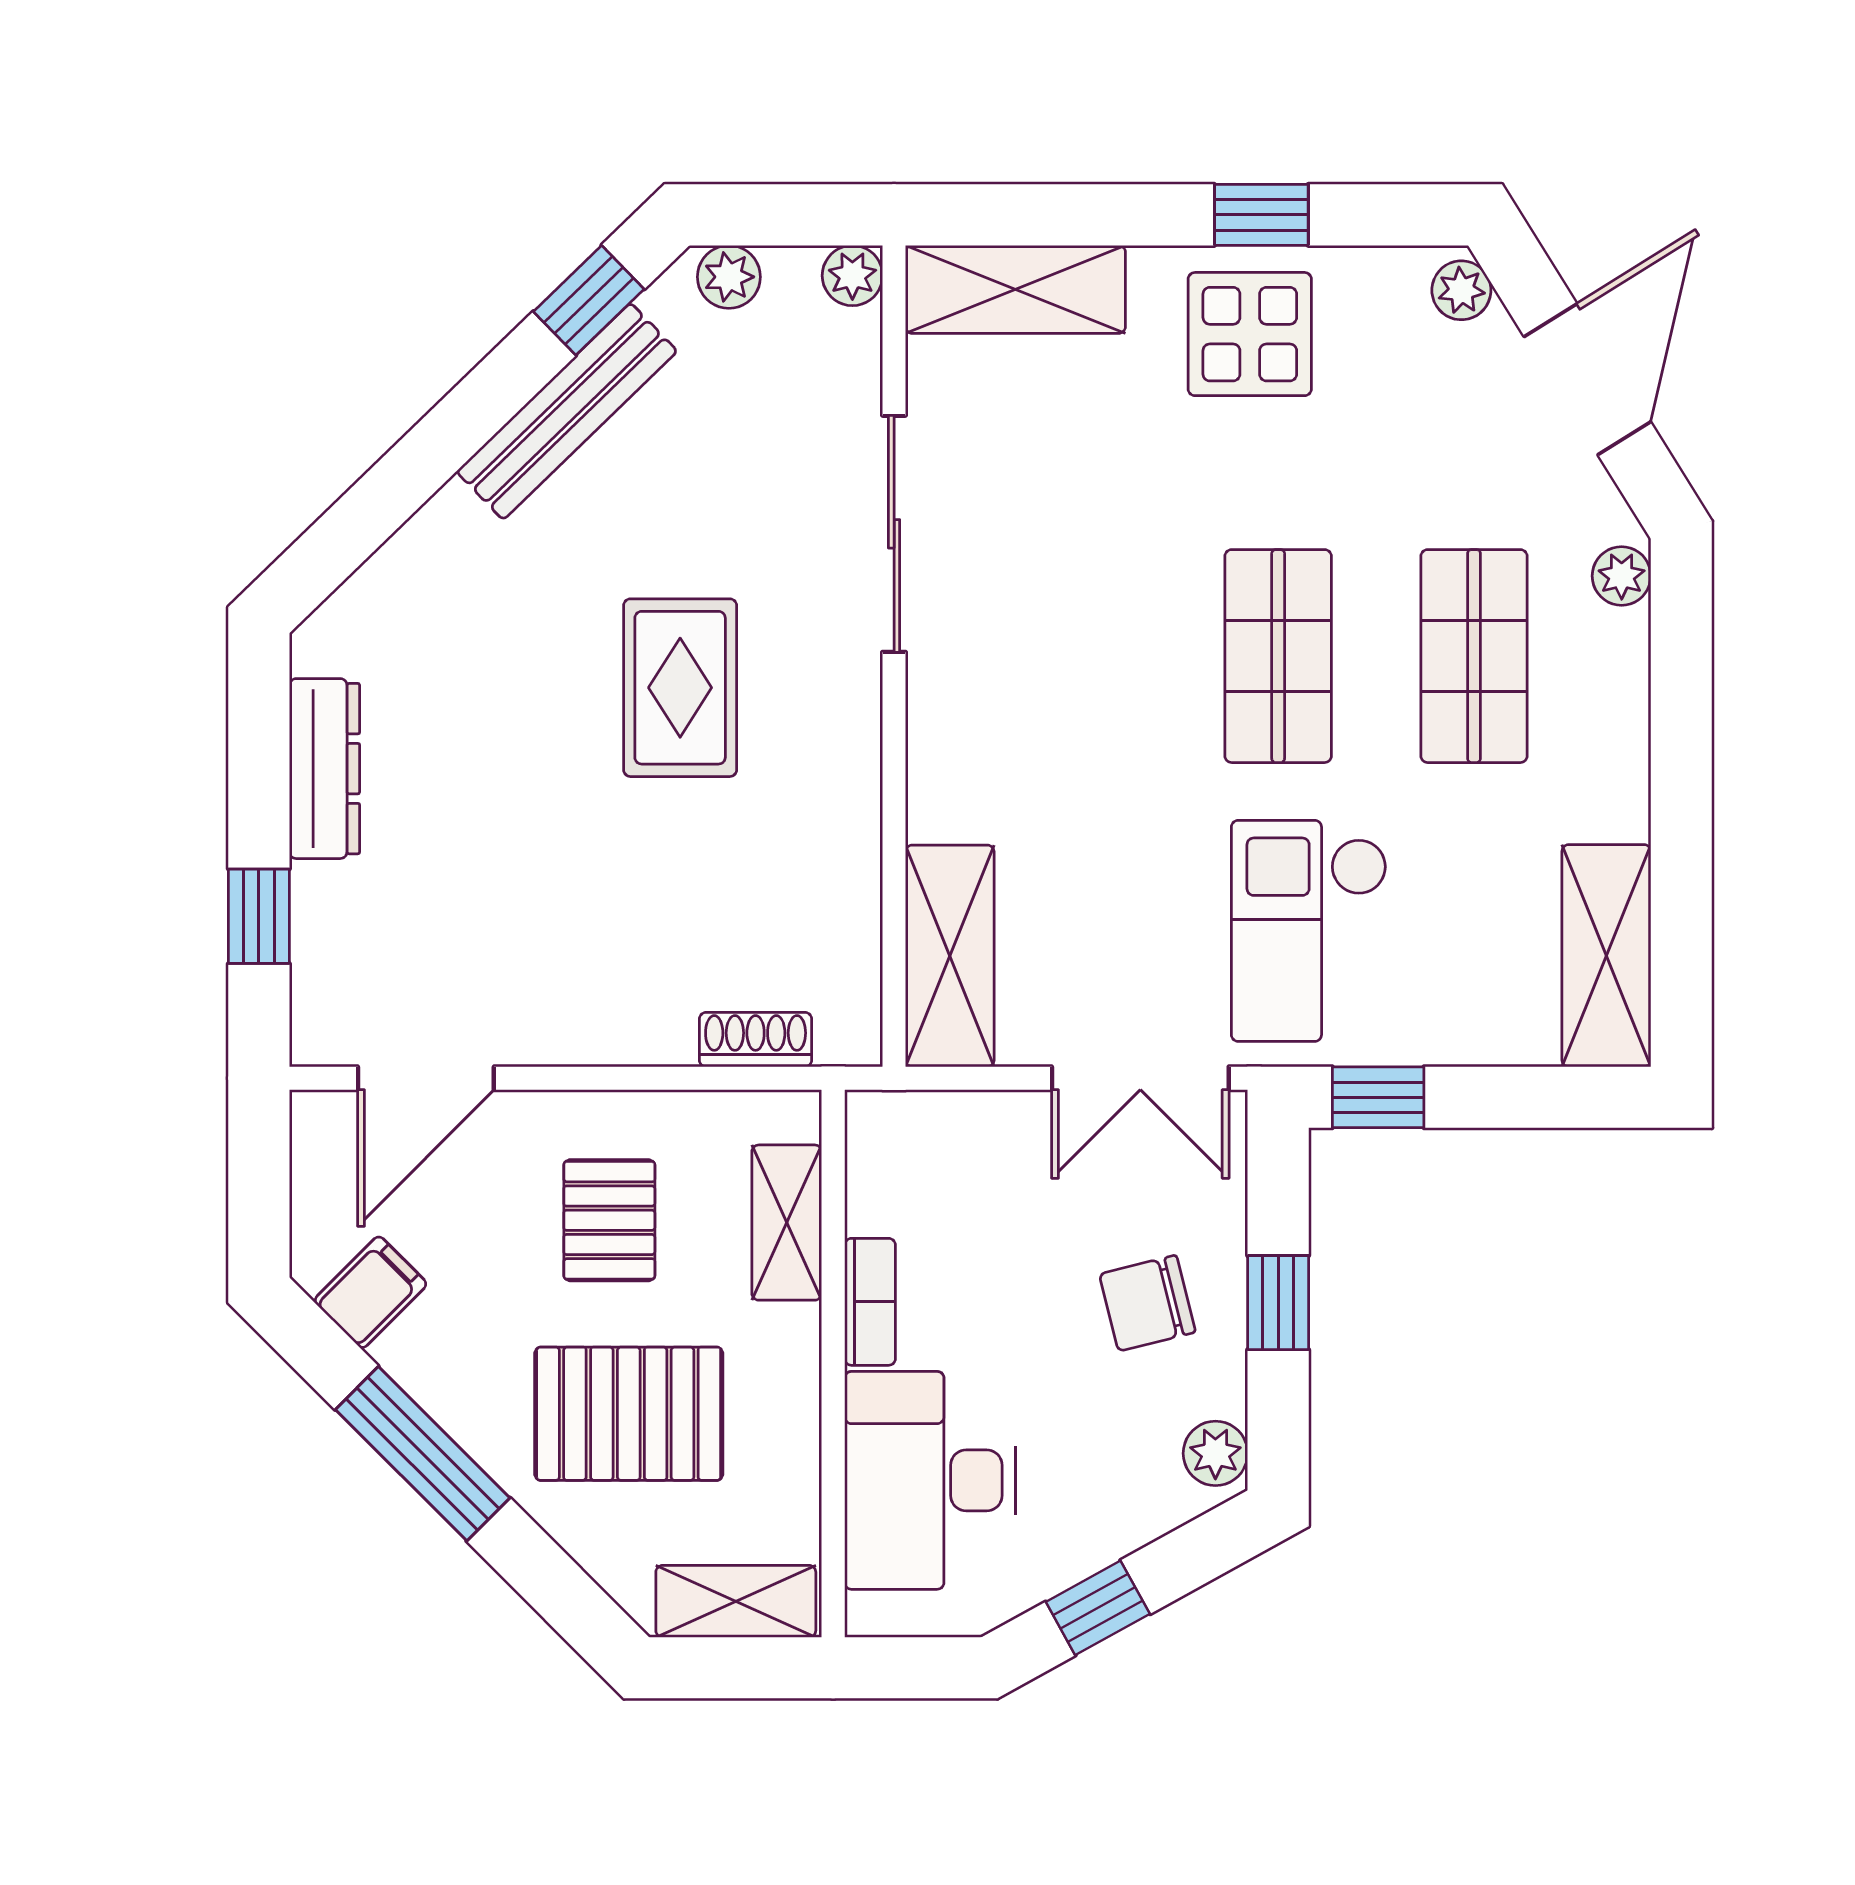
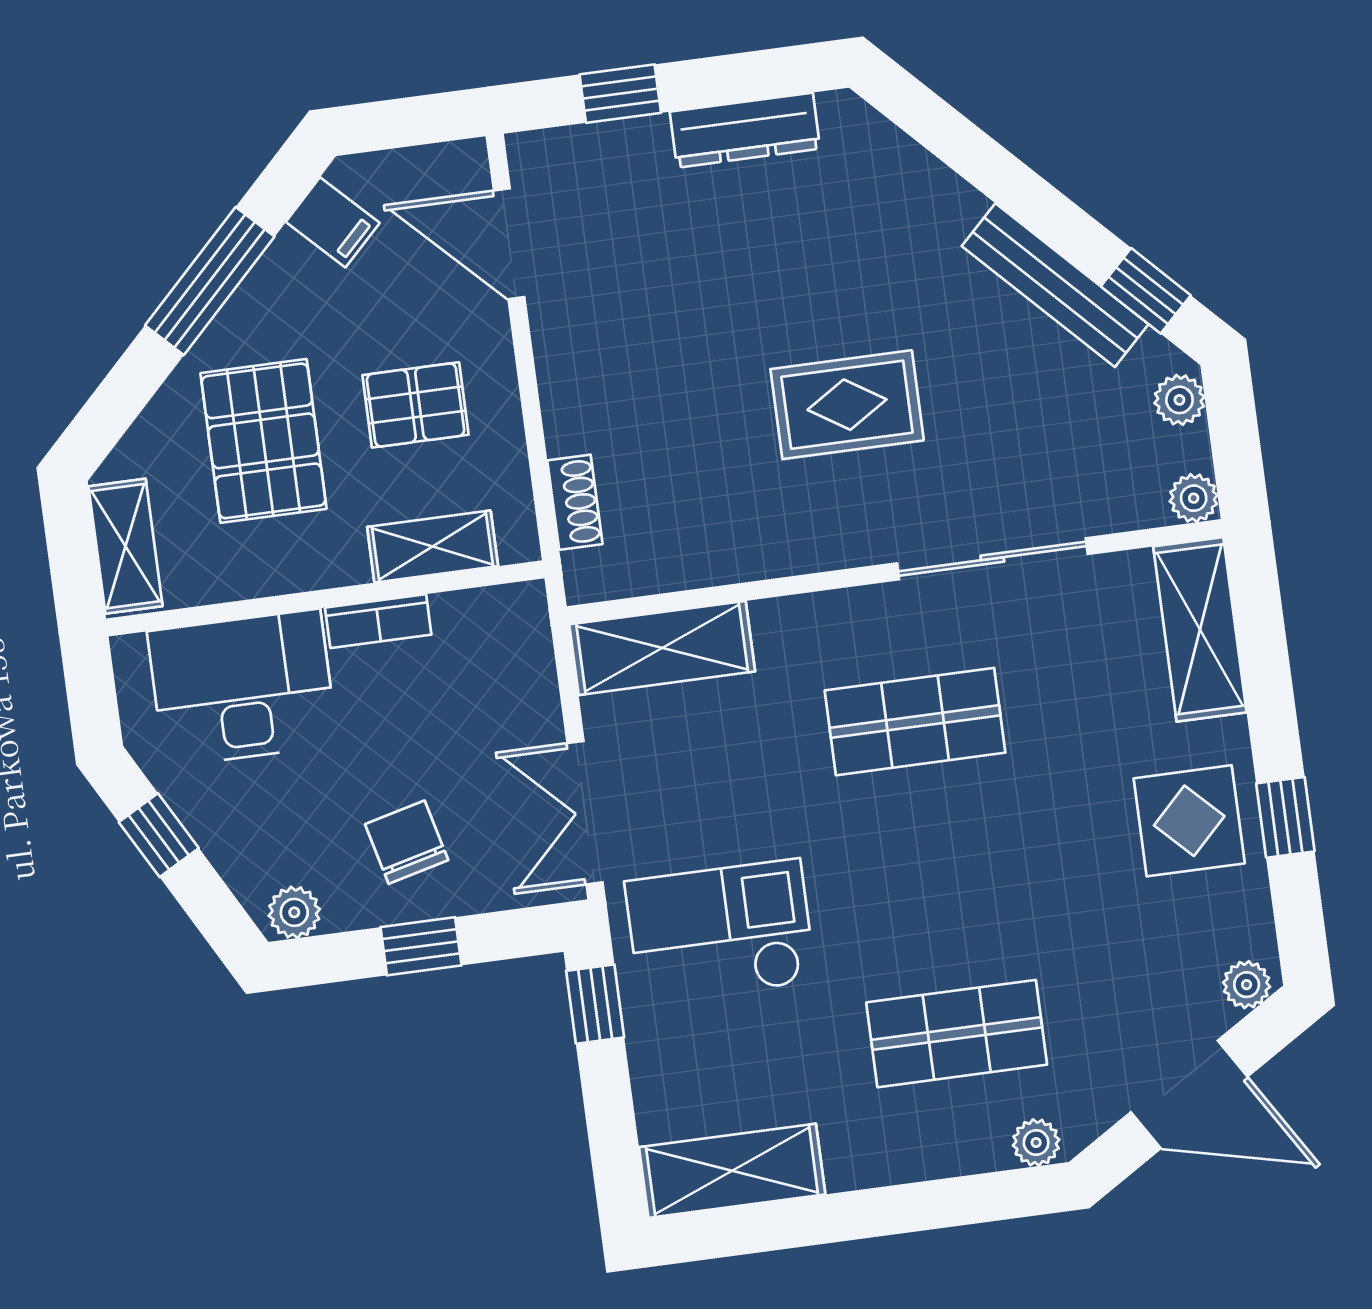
shop shelf: (1278, 656) -> (915, 722), moved

